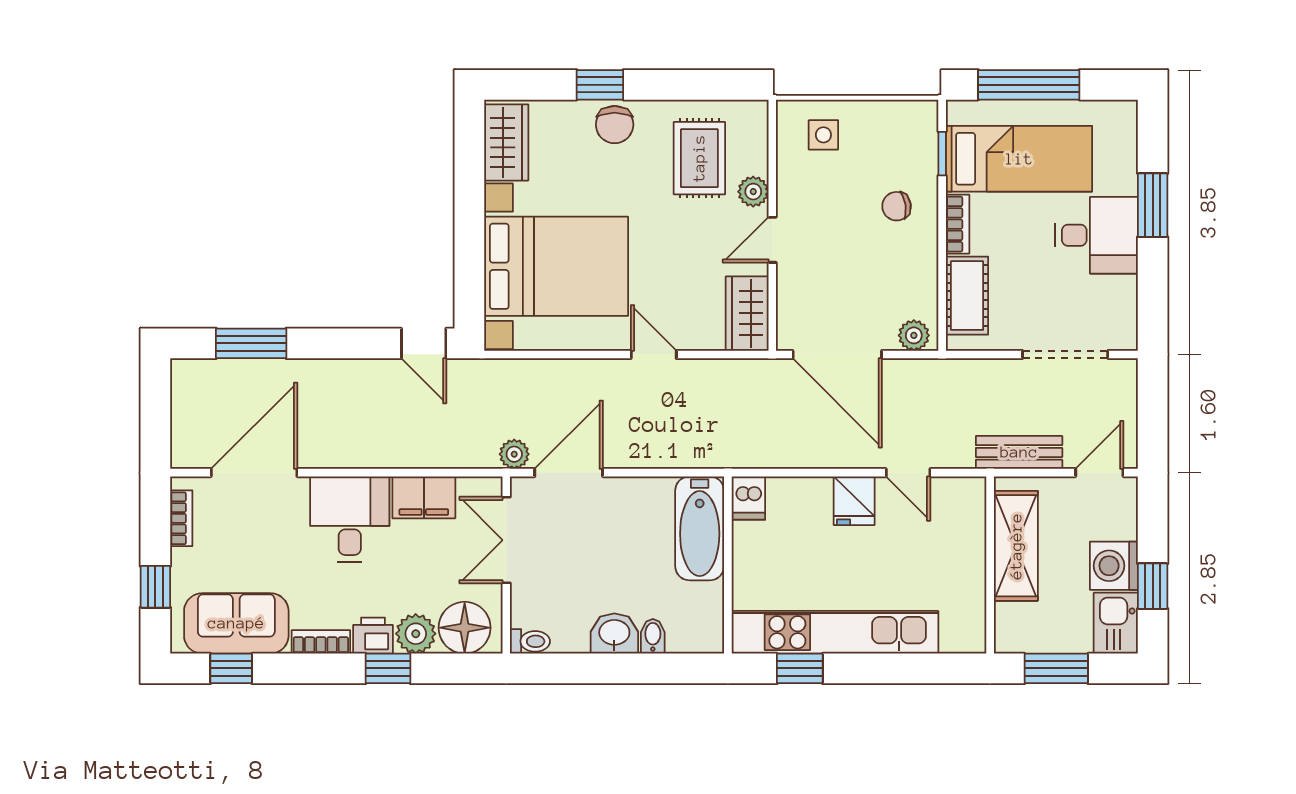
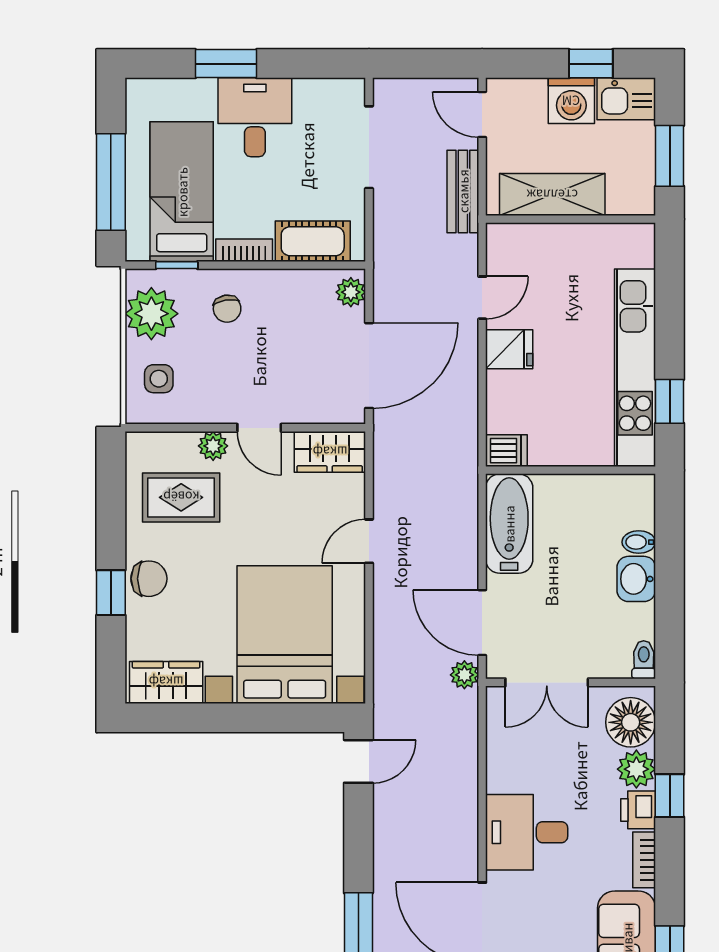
plant: (891, 127) -> (151, 314), added
filing cabinet: (424, 497) -> (506, 761), removed
bathtub: (700, 528) -> (509, 524), moved, turned -90

